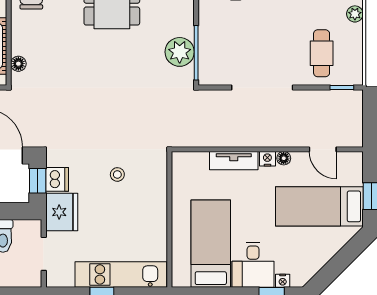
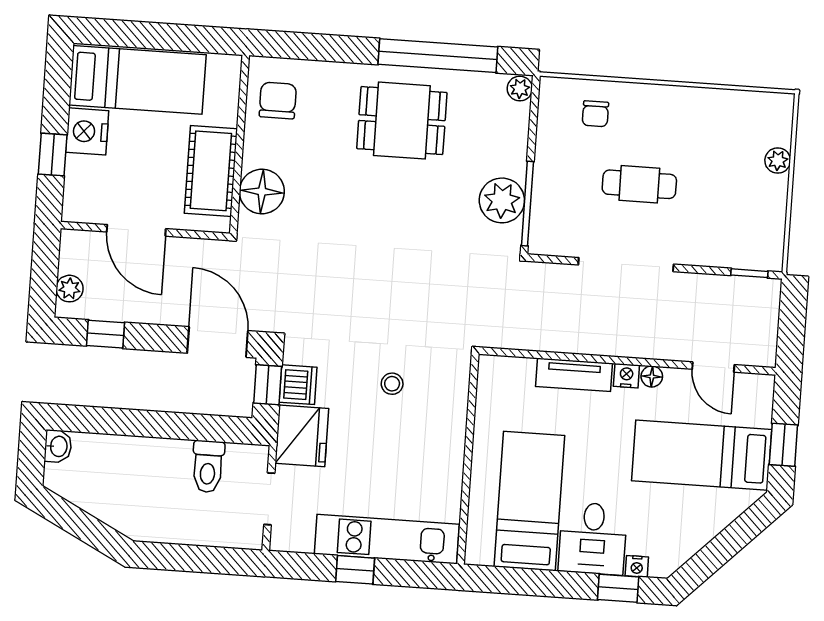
cafe table: (322, 53) -> (639, 184), moved, turned 90
floor lamp: (18, 64) -> (262, 192), width x1.89, depth x1.89

